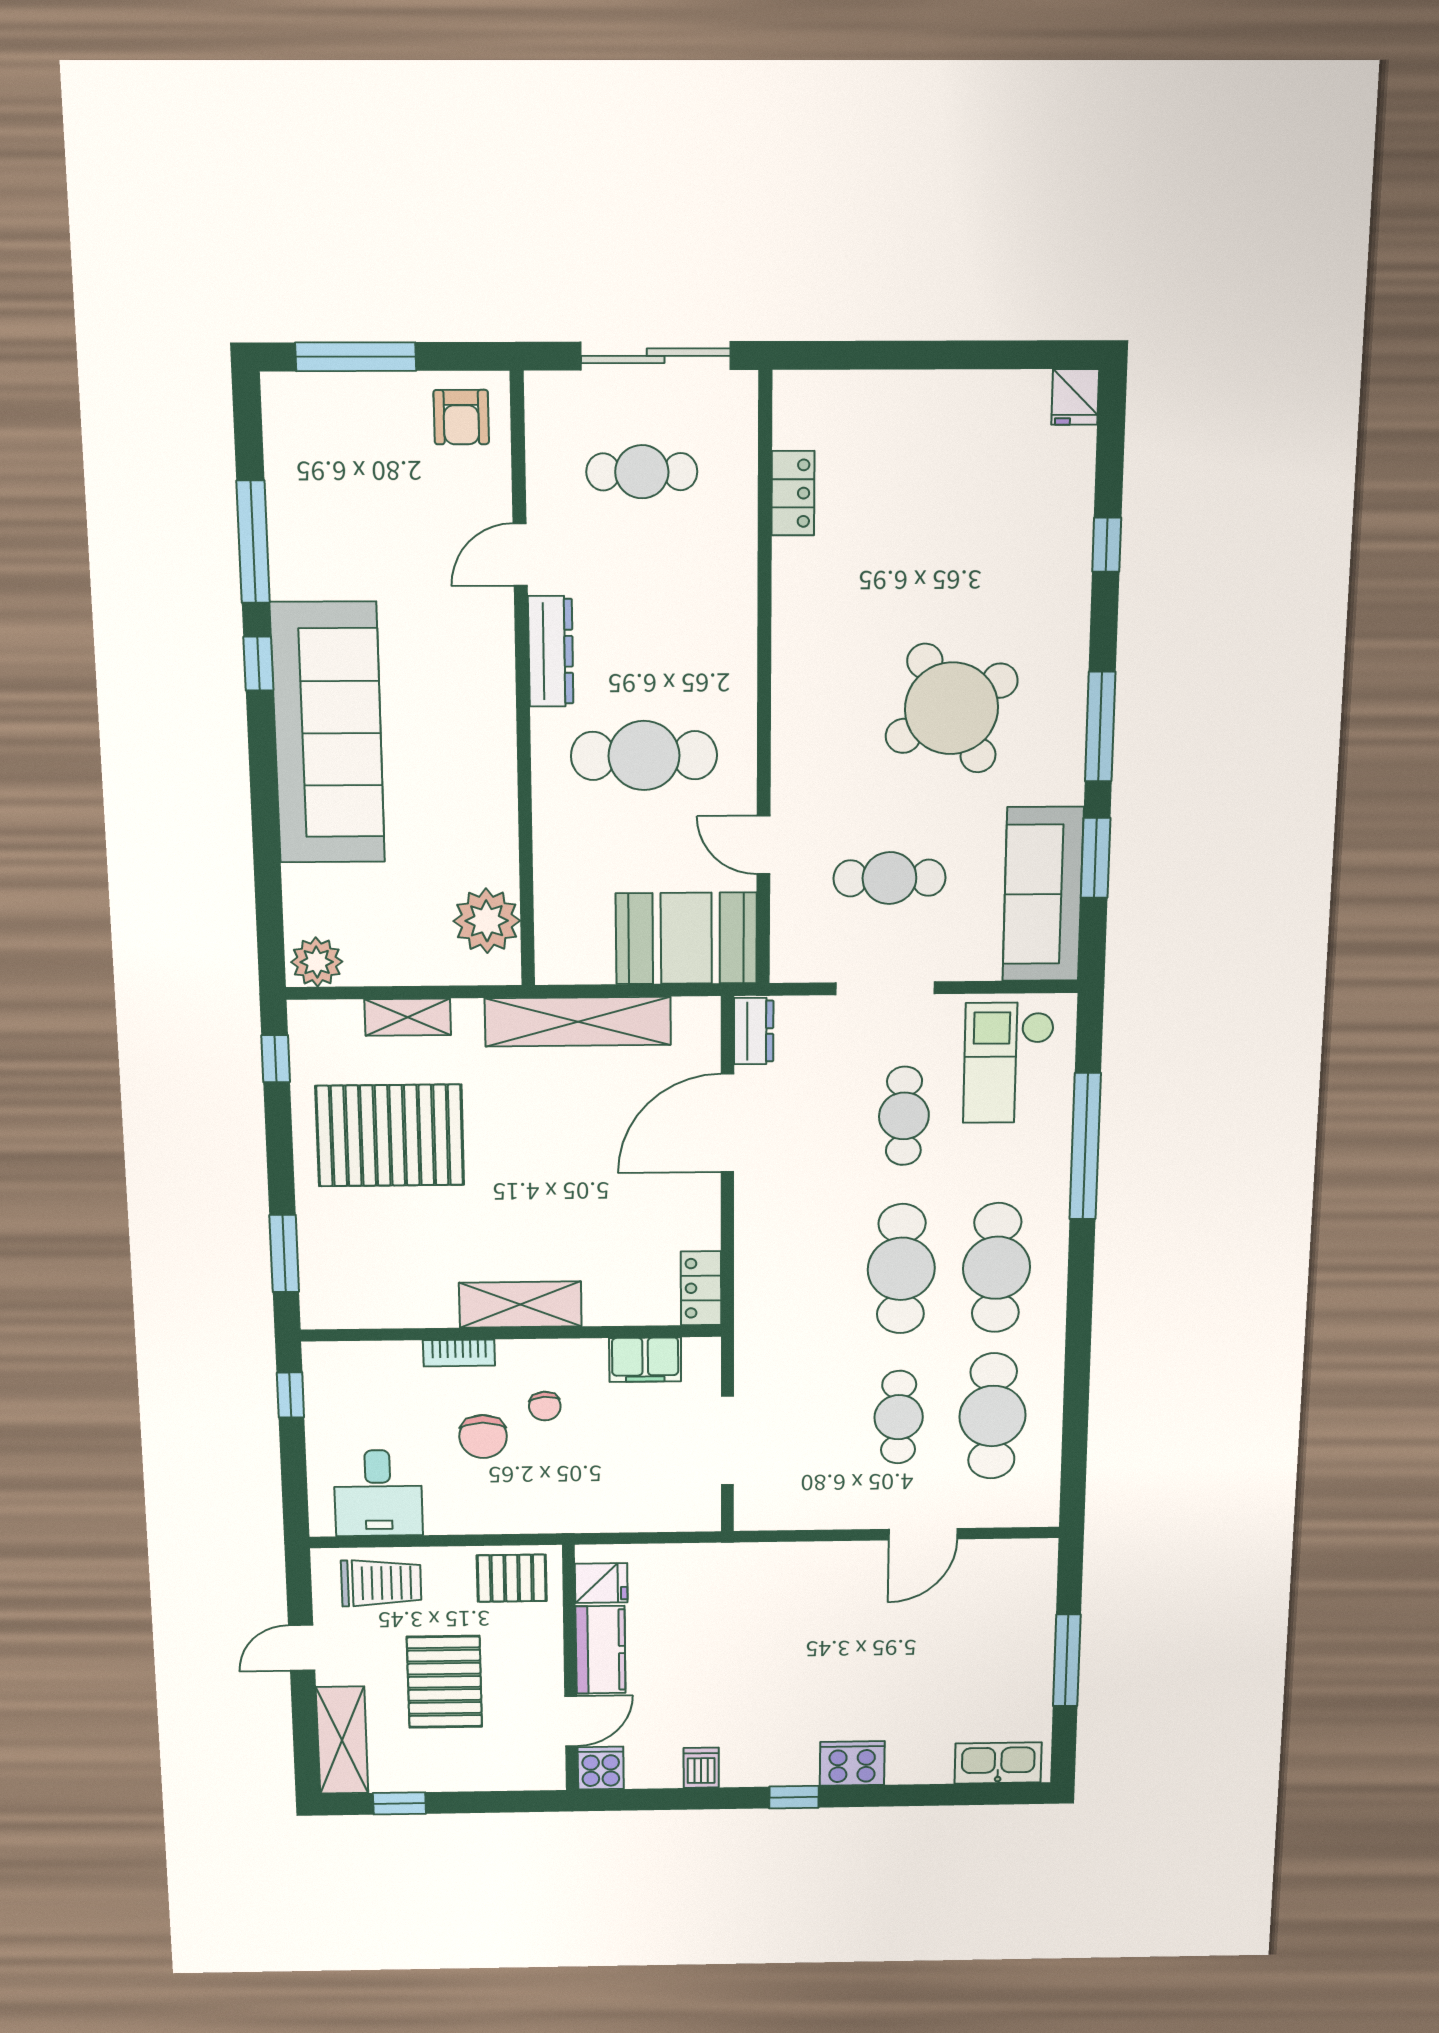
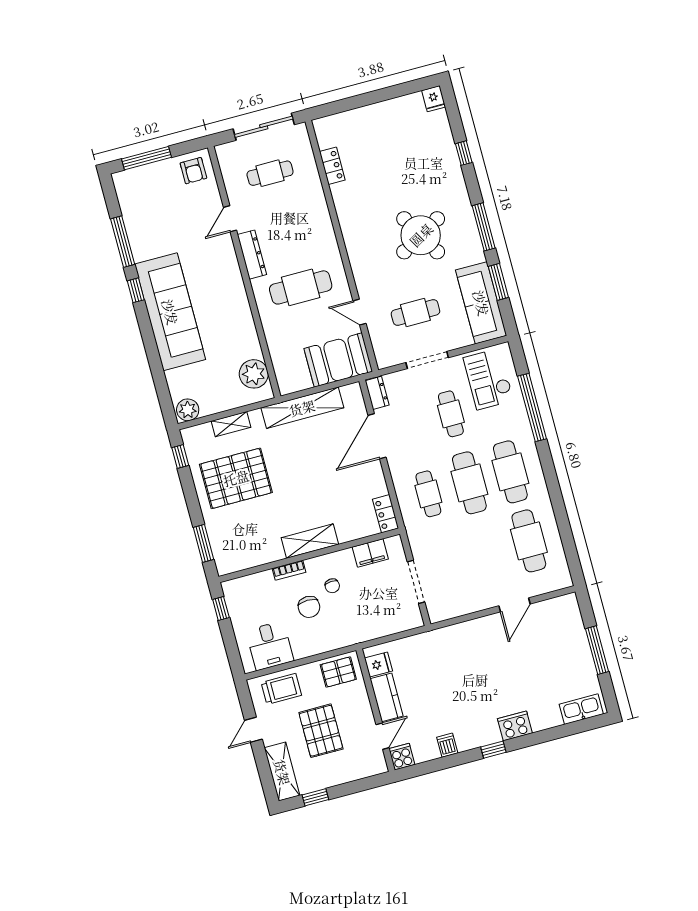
cafe table: (899, 1417) -> (428, 494), moved

